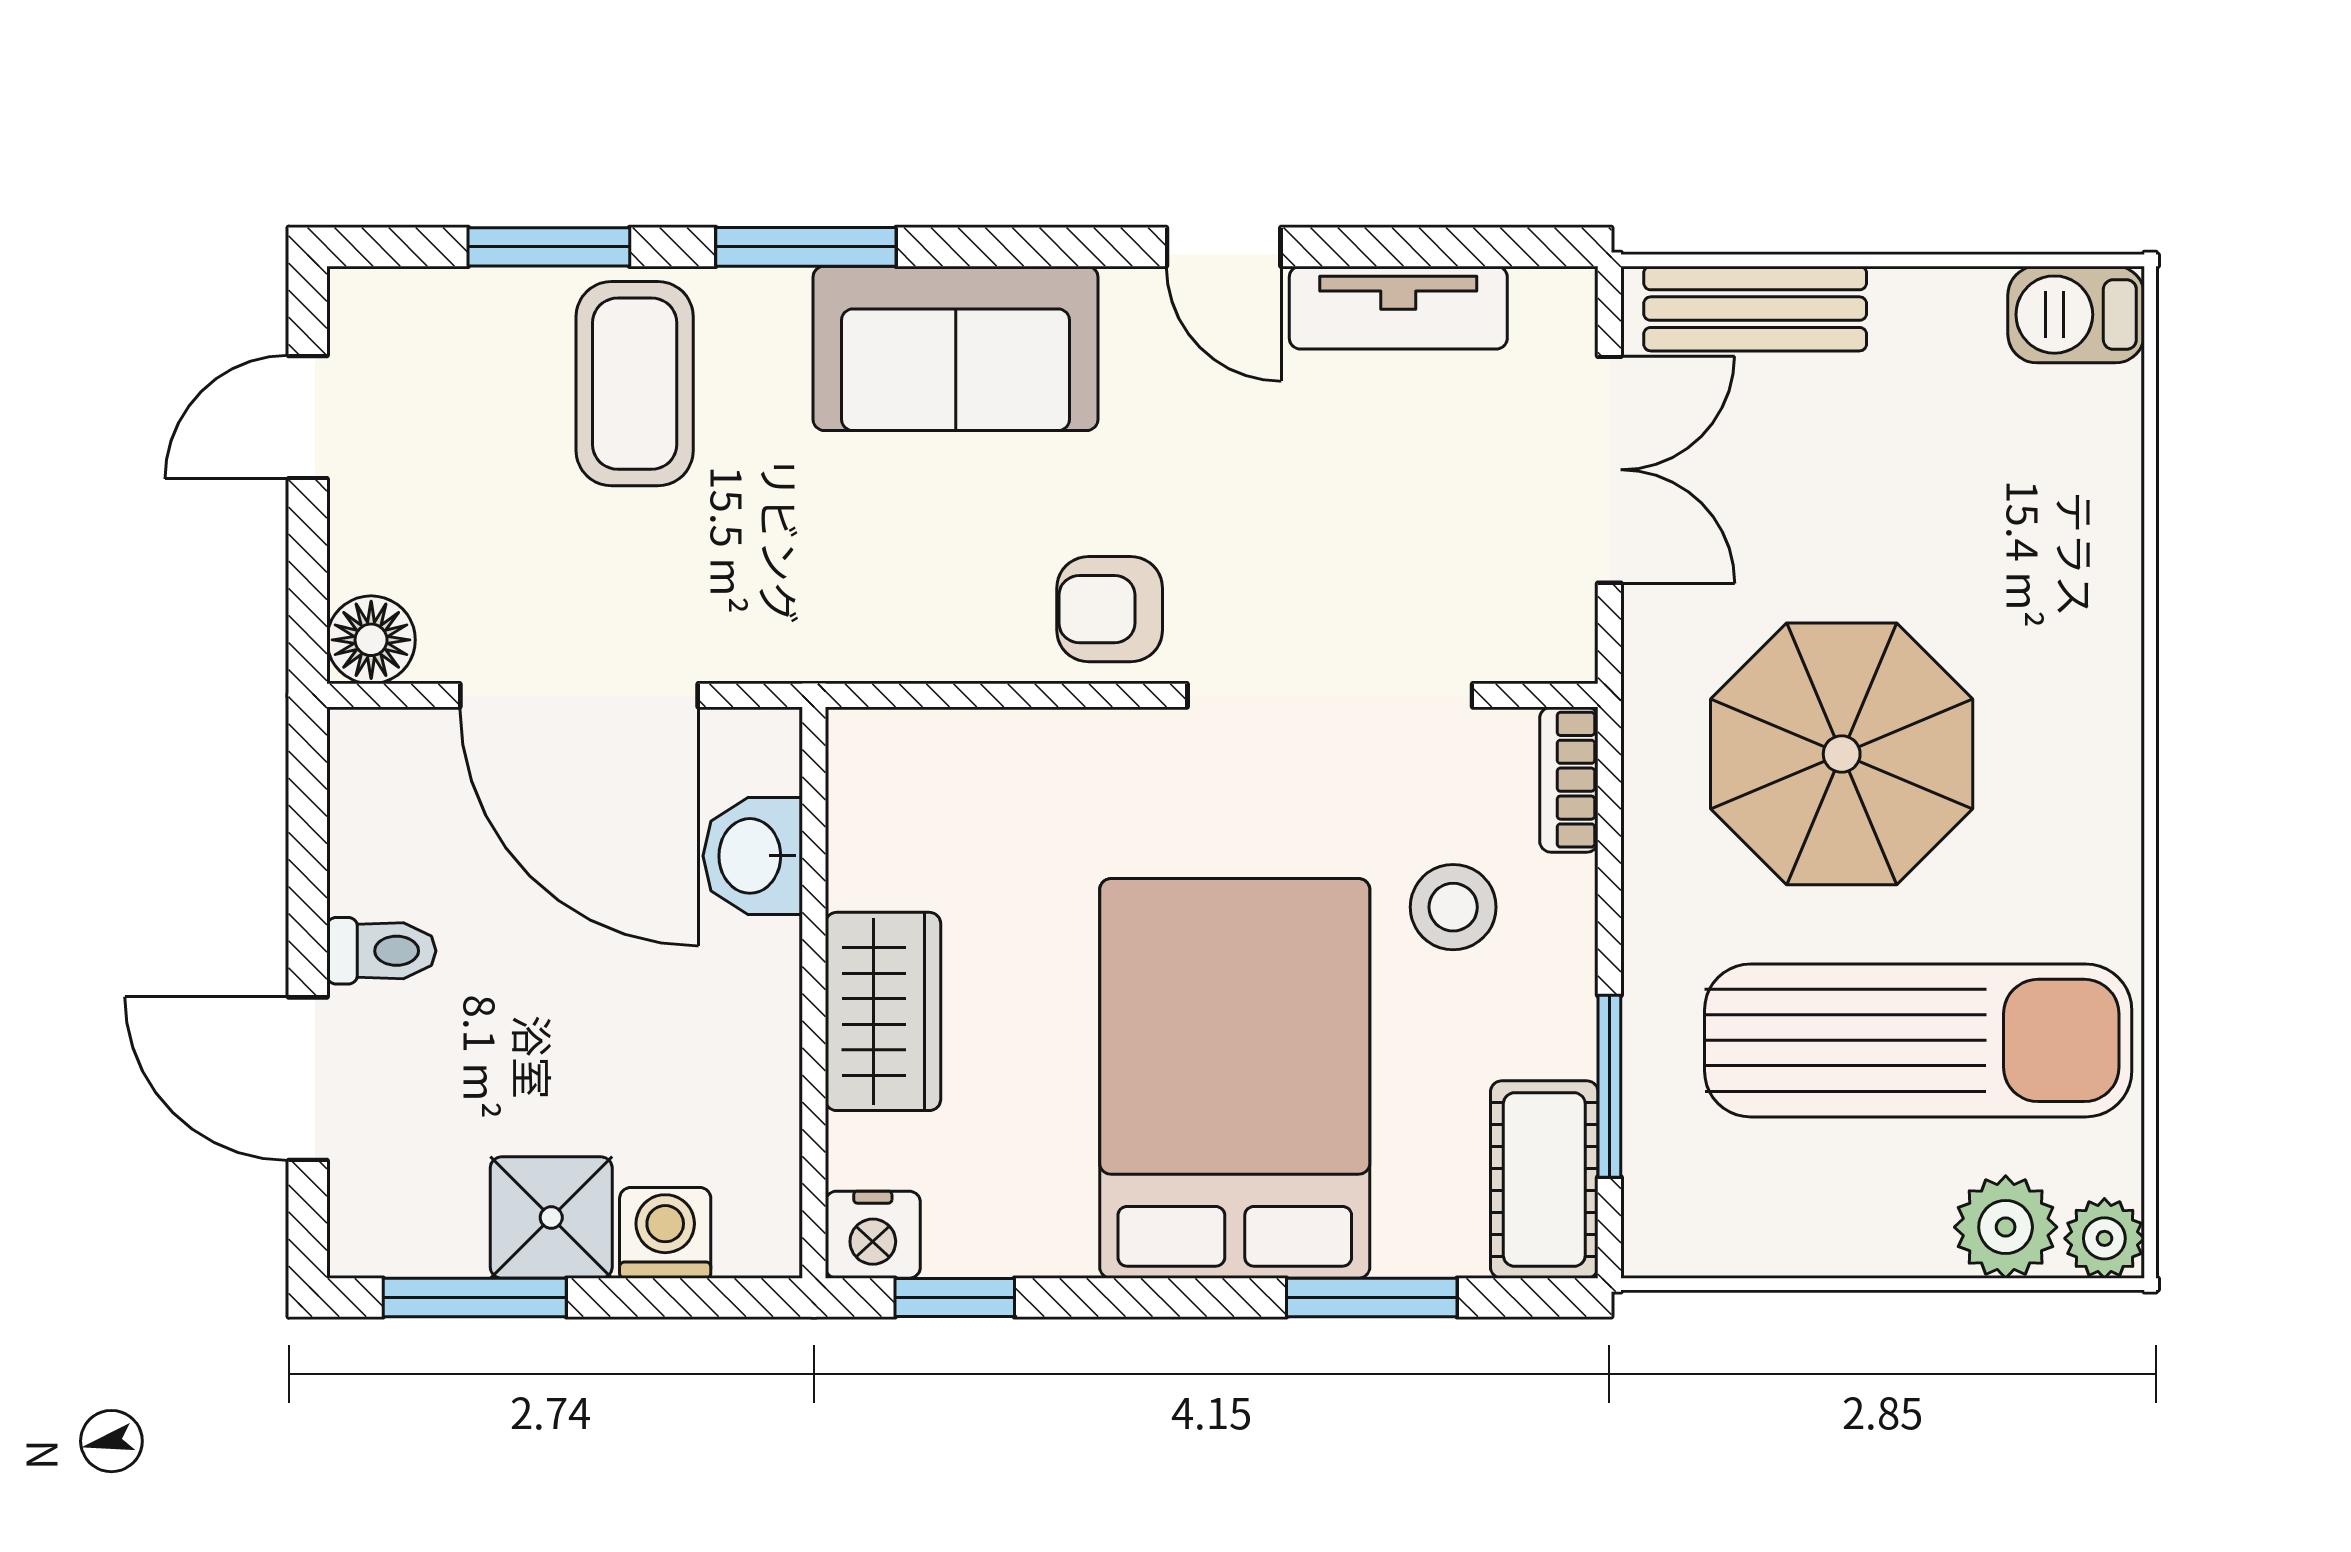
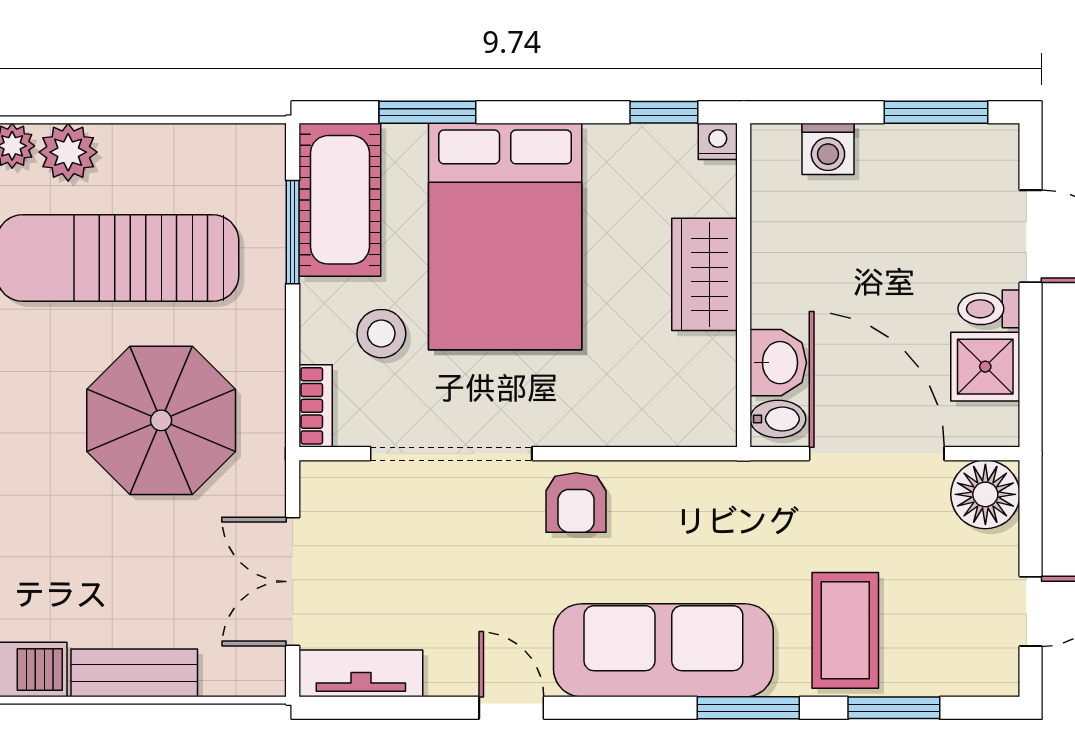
tv unit: (1398, 308) -> (361, 673), moved
bench: (1755, 309) -> (134, 673), moved
sofa: (956, 348) -> (663, 650), width x1.36
armchair: (1110, 609) -> (576, 502), turned 90
floor lamp: (371, 640) -> (985, 494), width x1.38, depth x1.38
bidet: (753, 756) -> (778, 419), added
cot: (1544, 1180) -> (340, 200), width x1.37, depth x1.34
shower: (551, 1218) -> (985, 367), moved
nightstand: (873, 1235) -> (718, 141), width x0.72, depth x0.74

